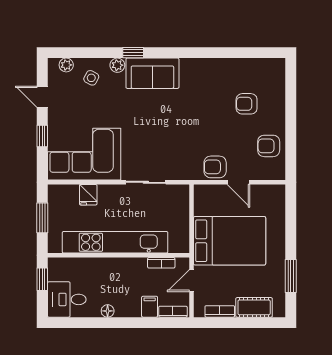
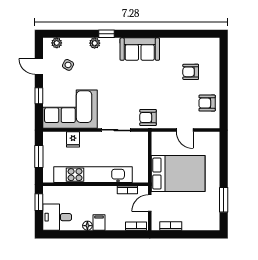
sofa: (152, 73) -> (140, 49), moved
side table: (91, 78) -> (68, 65), moved
armchair: (215, 167) -> (148, 117), moved
filing cabinet: (150, 307) -> (99, 223), moved
cot: (254, 307) -> (196, 223), removed

